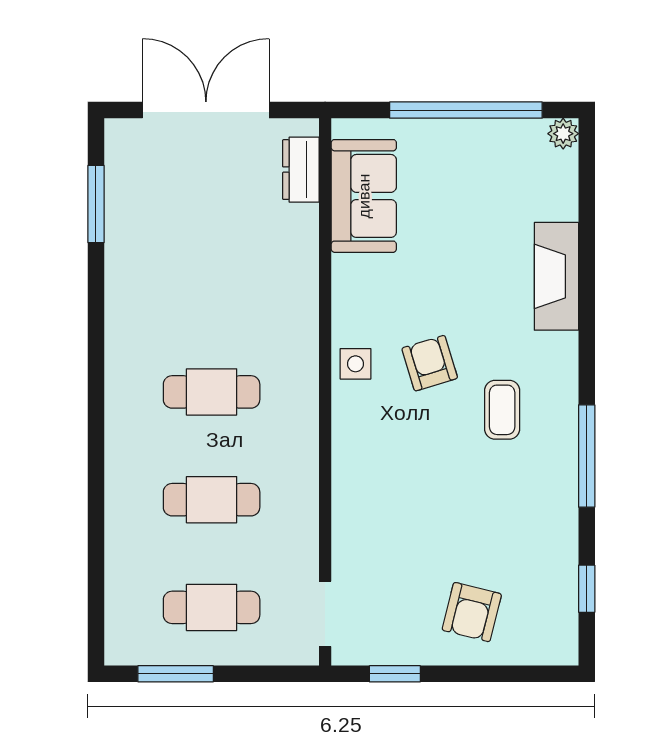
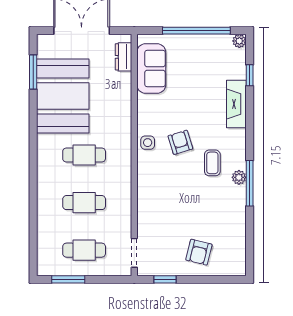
booth: (163, 258) -> (63, 96), added
plant: (562, 443) -> (239, 177), added
window: (587, 589) -> (250, 75), moved

